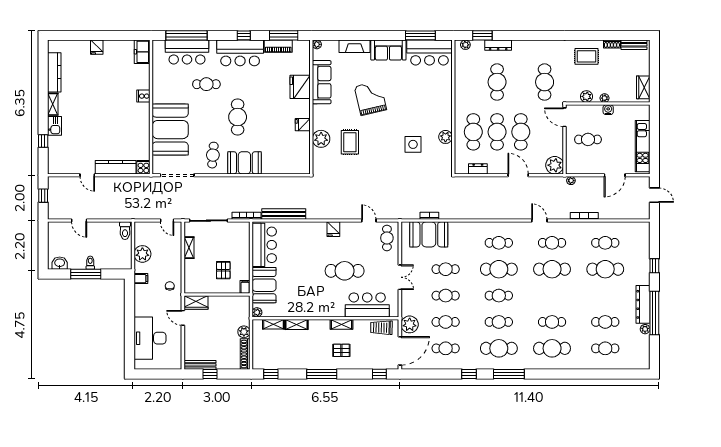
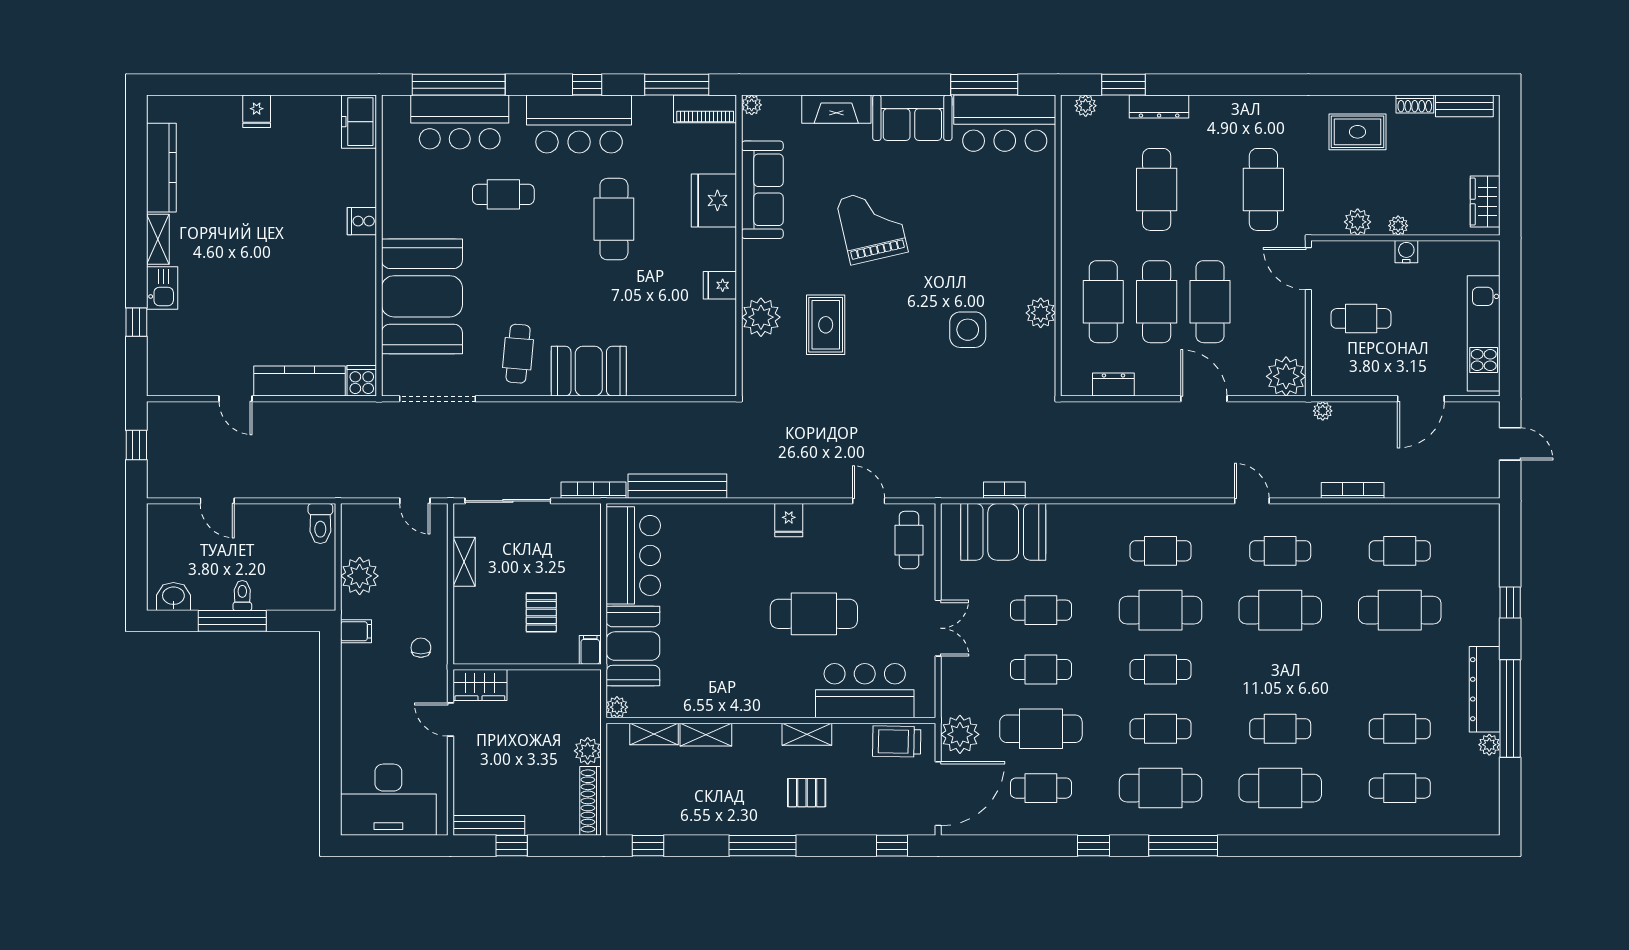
piano: (278, 46) -> (705, 109), moved
cafe table: (238, 117) -> (614, 219), moved
cafe table: (446, 322) -> (1041, 729), width x1.37, depth x1.35
desk: (150, 338) -> (388, 800), moved, turned -90

